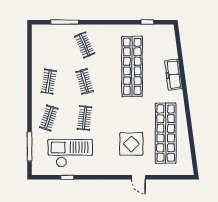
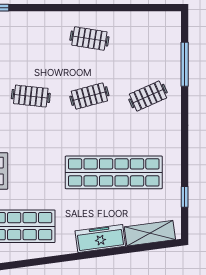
shelving: (170, 44) -> (150, 233), added
clothes rail: (49, 118) -> (31, 39), removed

